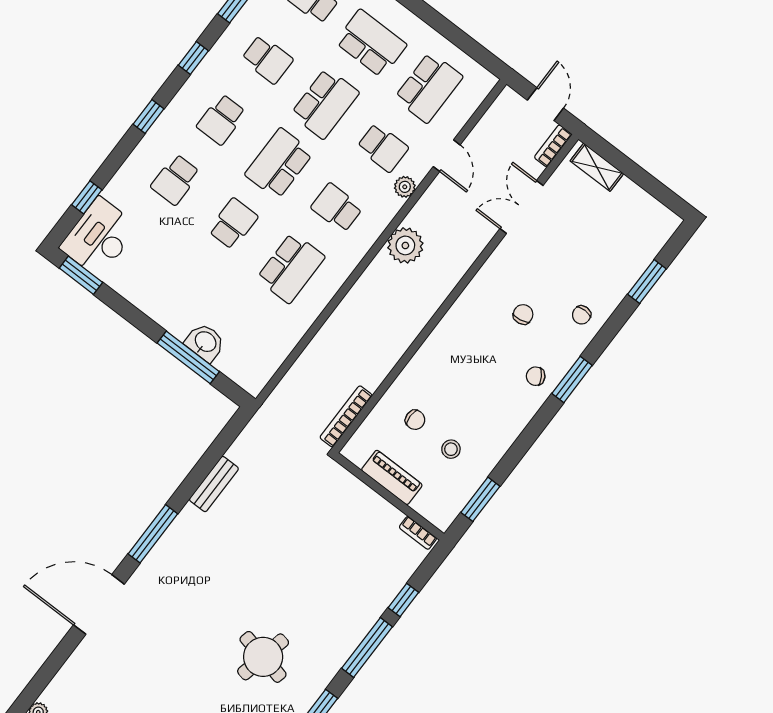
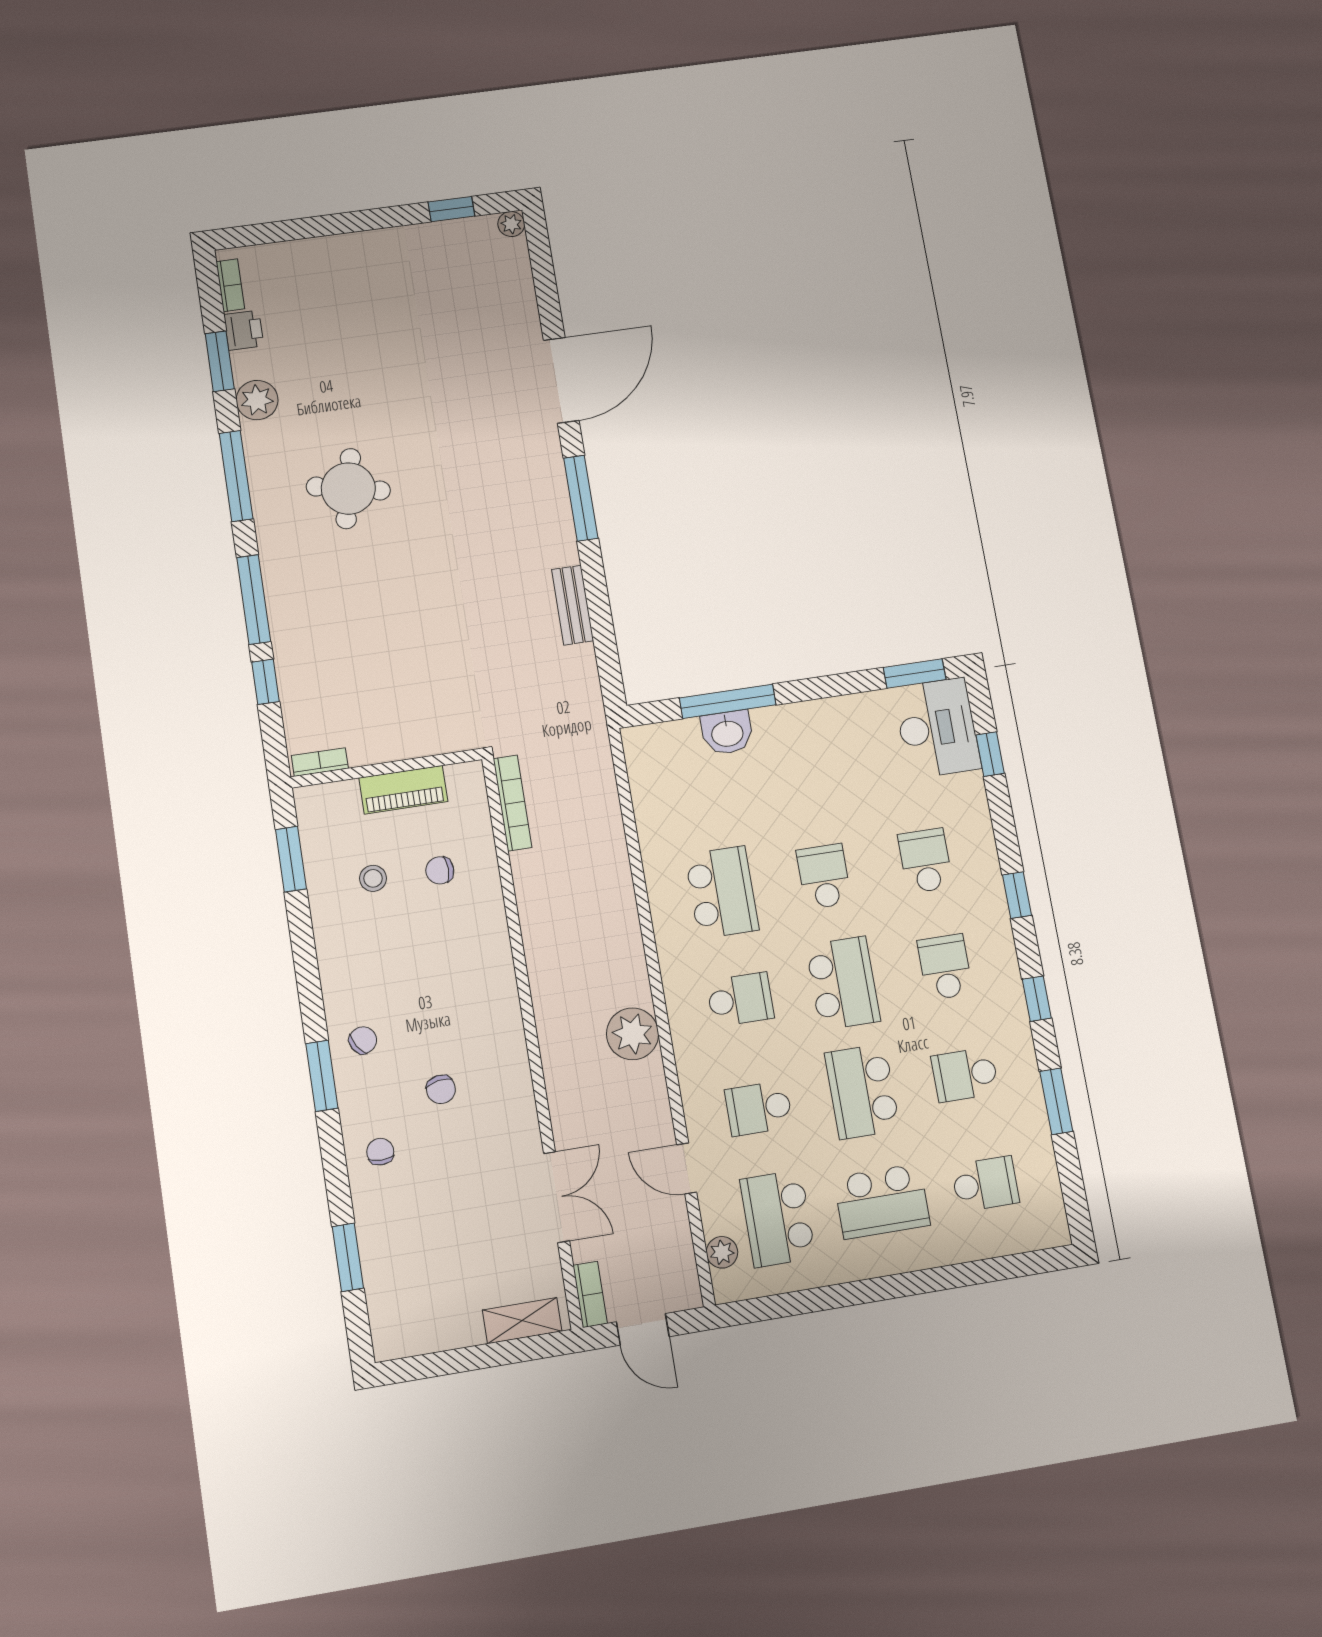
plant: (405, 187) -> (722, 1252), moved
school desk: (233, 224) -> (824, 876), turned 180
school desk: (291, 268) -> (722, 892), turned 180

